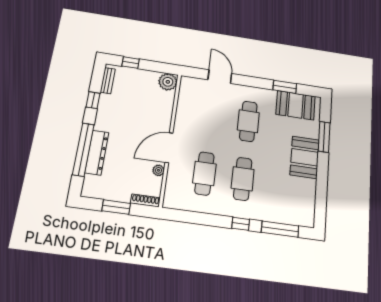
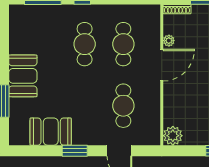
window: (285, 87) -> (75, 151), moved
booth: (296, 105) -> (51, 132), moved
cafe table: (248, 121) -> (123, 106), moved

